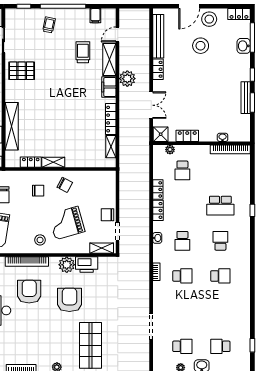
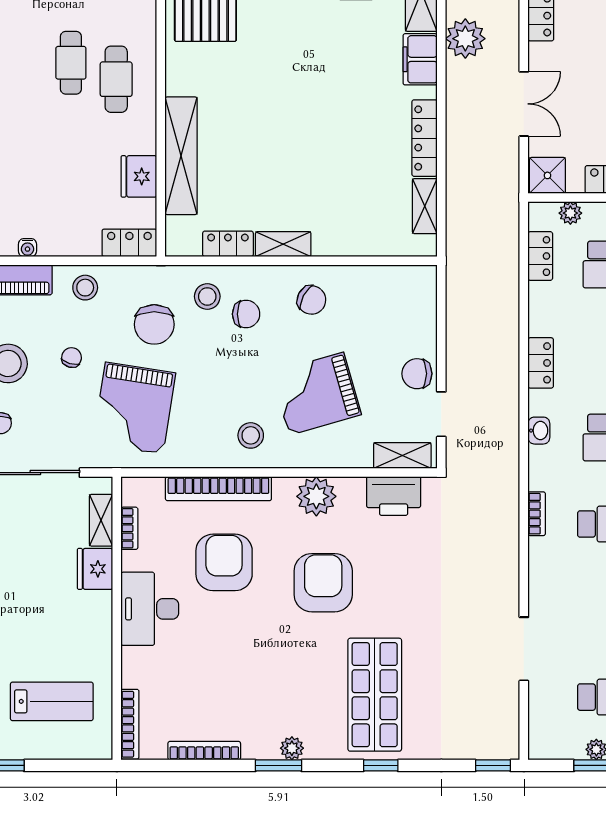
stool: (22, 183) -> (207, 296), added
locker: (158, 189) -> (540, 256), moved
printer: (87, 265) -> (394, 496), moved

